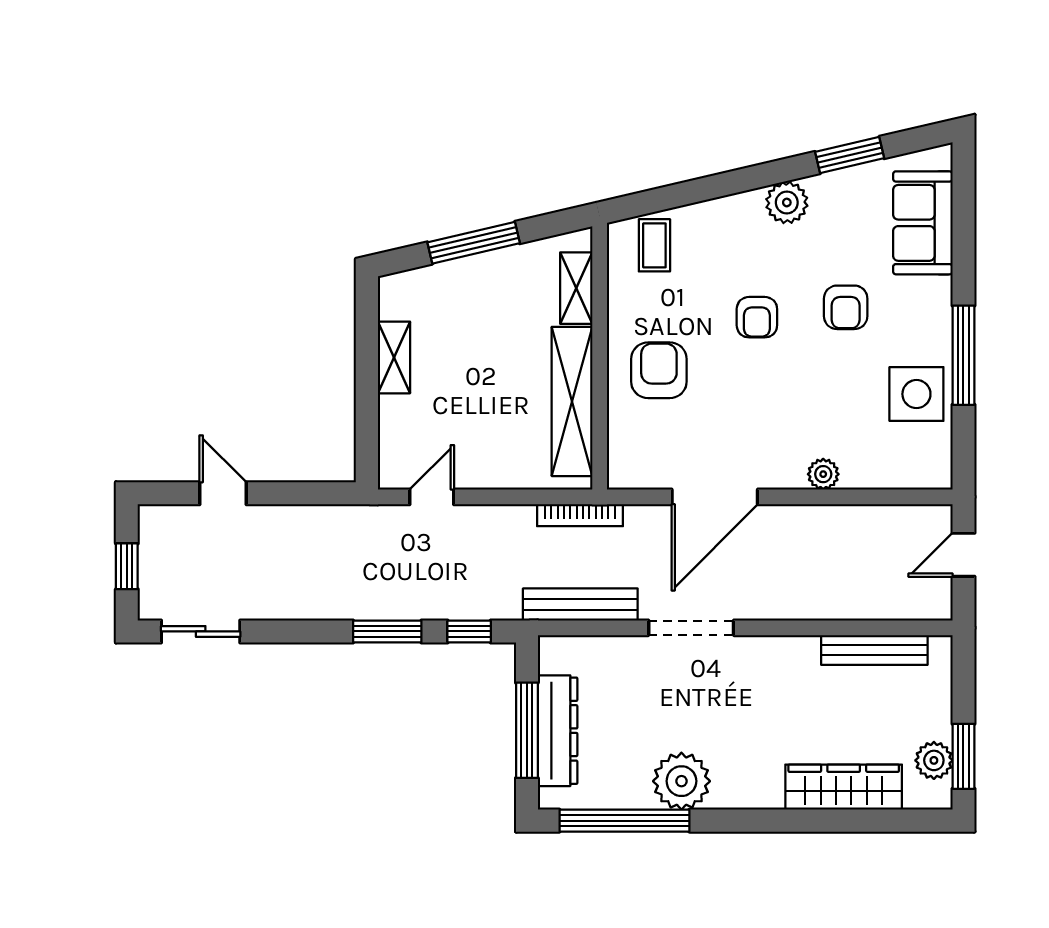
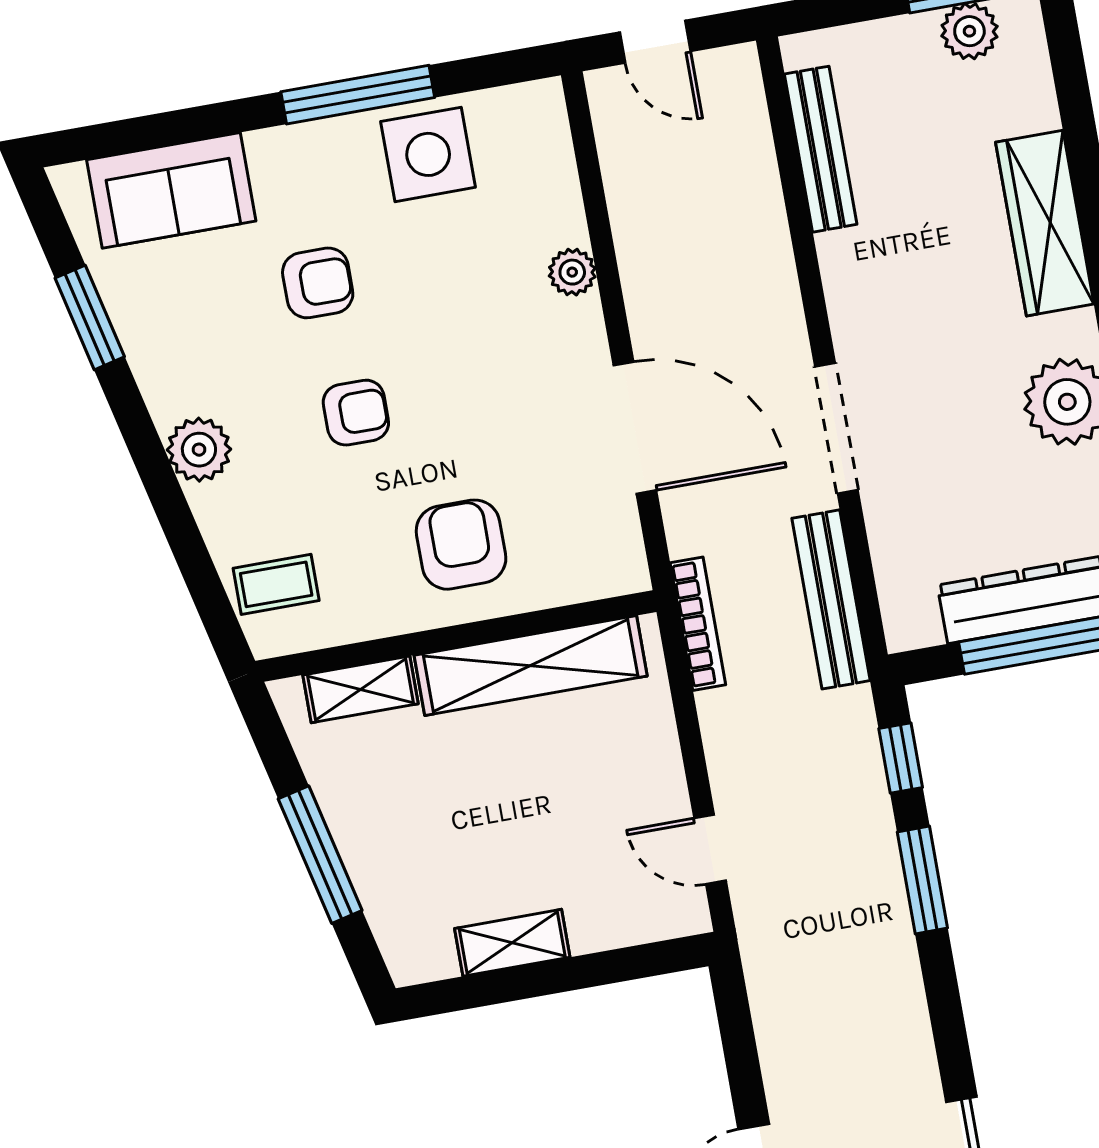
plant: (787, 202) -> (199, 450), moved
armchair: (659, 370) -> (461, 545), turned 90
wardrobe: (844, 787) -> (1045, 223), moved

